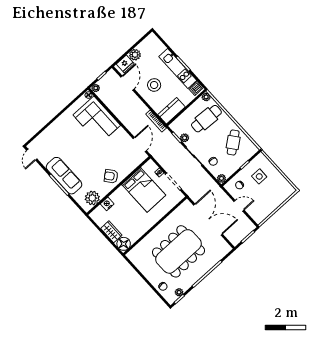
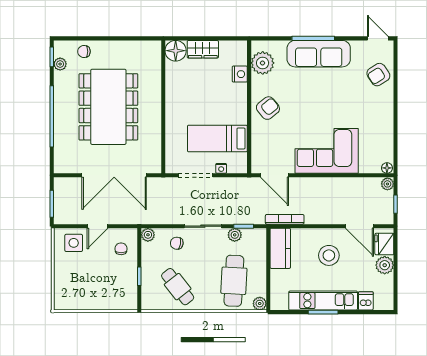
dishwasher: (196, 88) -> (366, 301), moved
corner sofa: (97, 120) -> (327, 151), moved
armchair: (48, 139) -> (378, 75), added
side table: (259, 176) -> (74, 243), moved
bed: (144, 190) -> (217, 138), width x0.67

